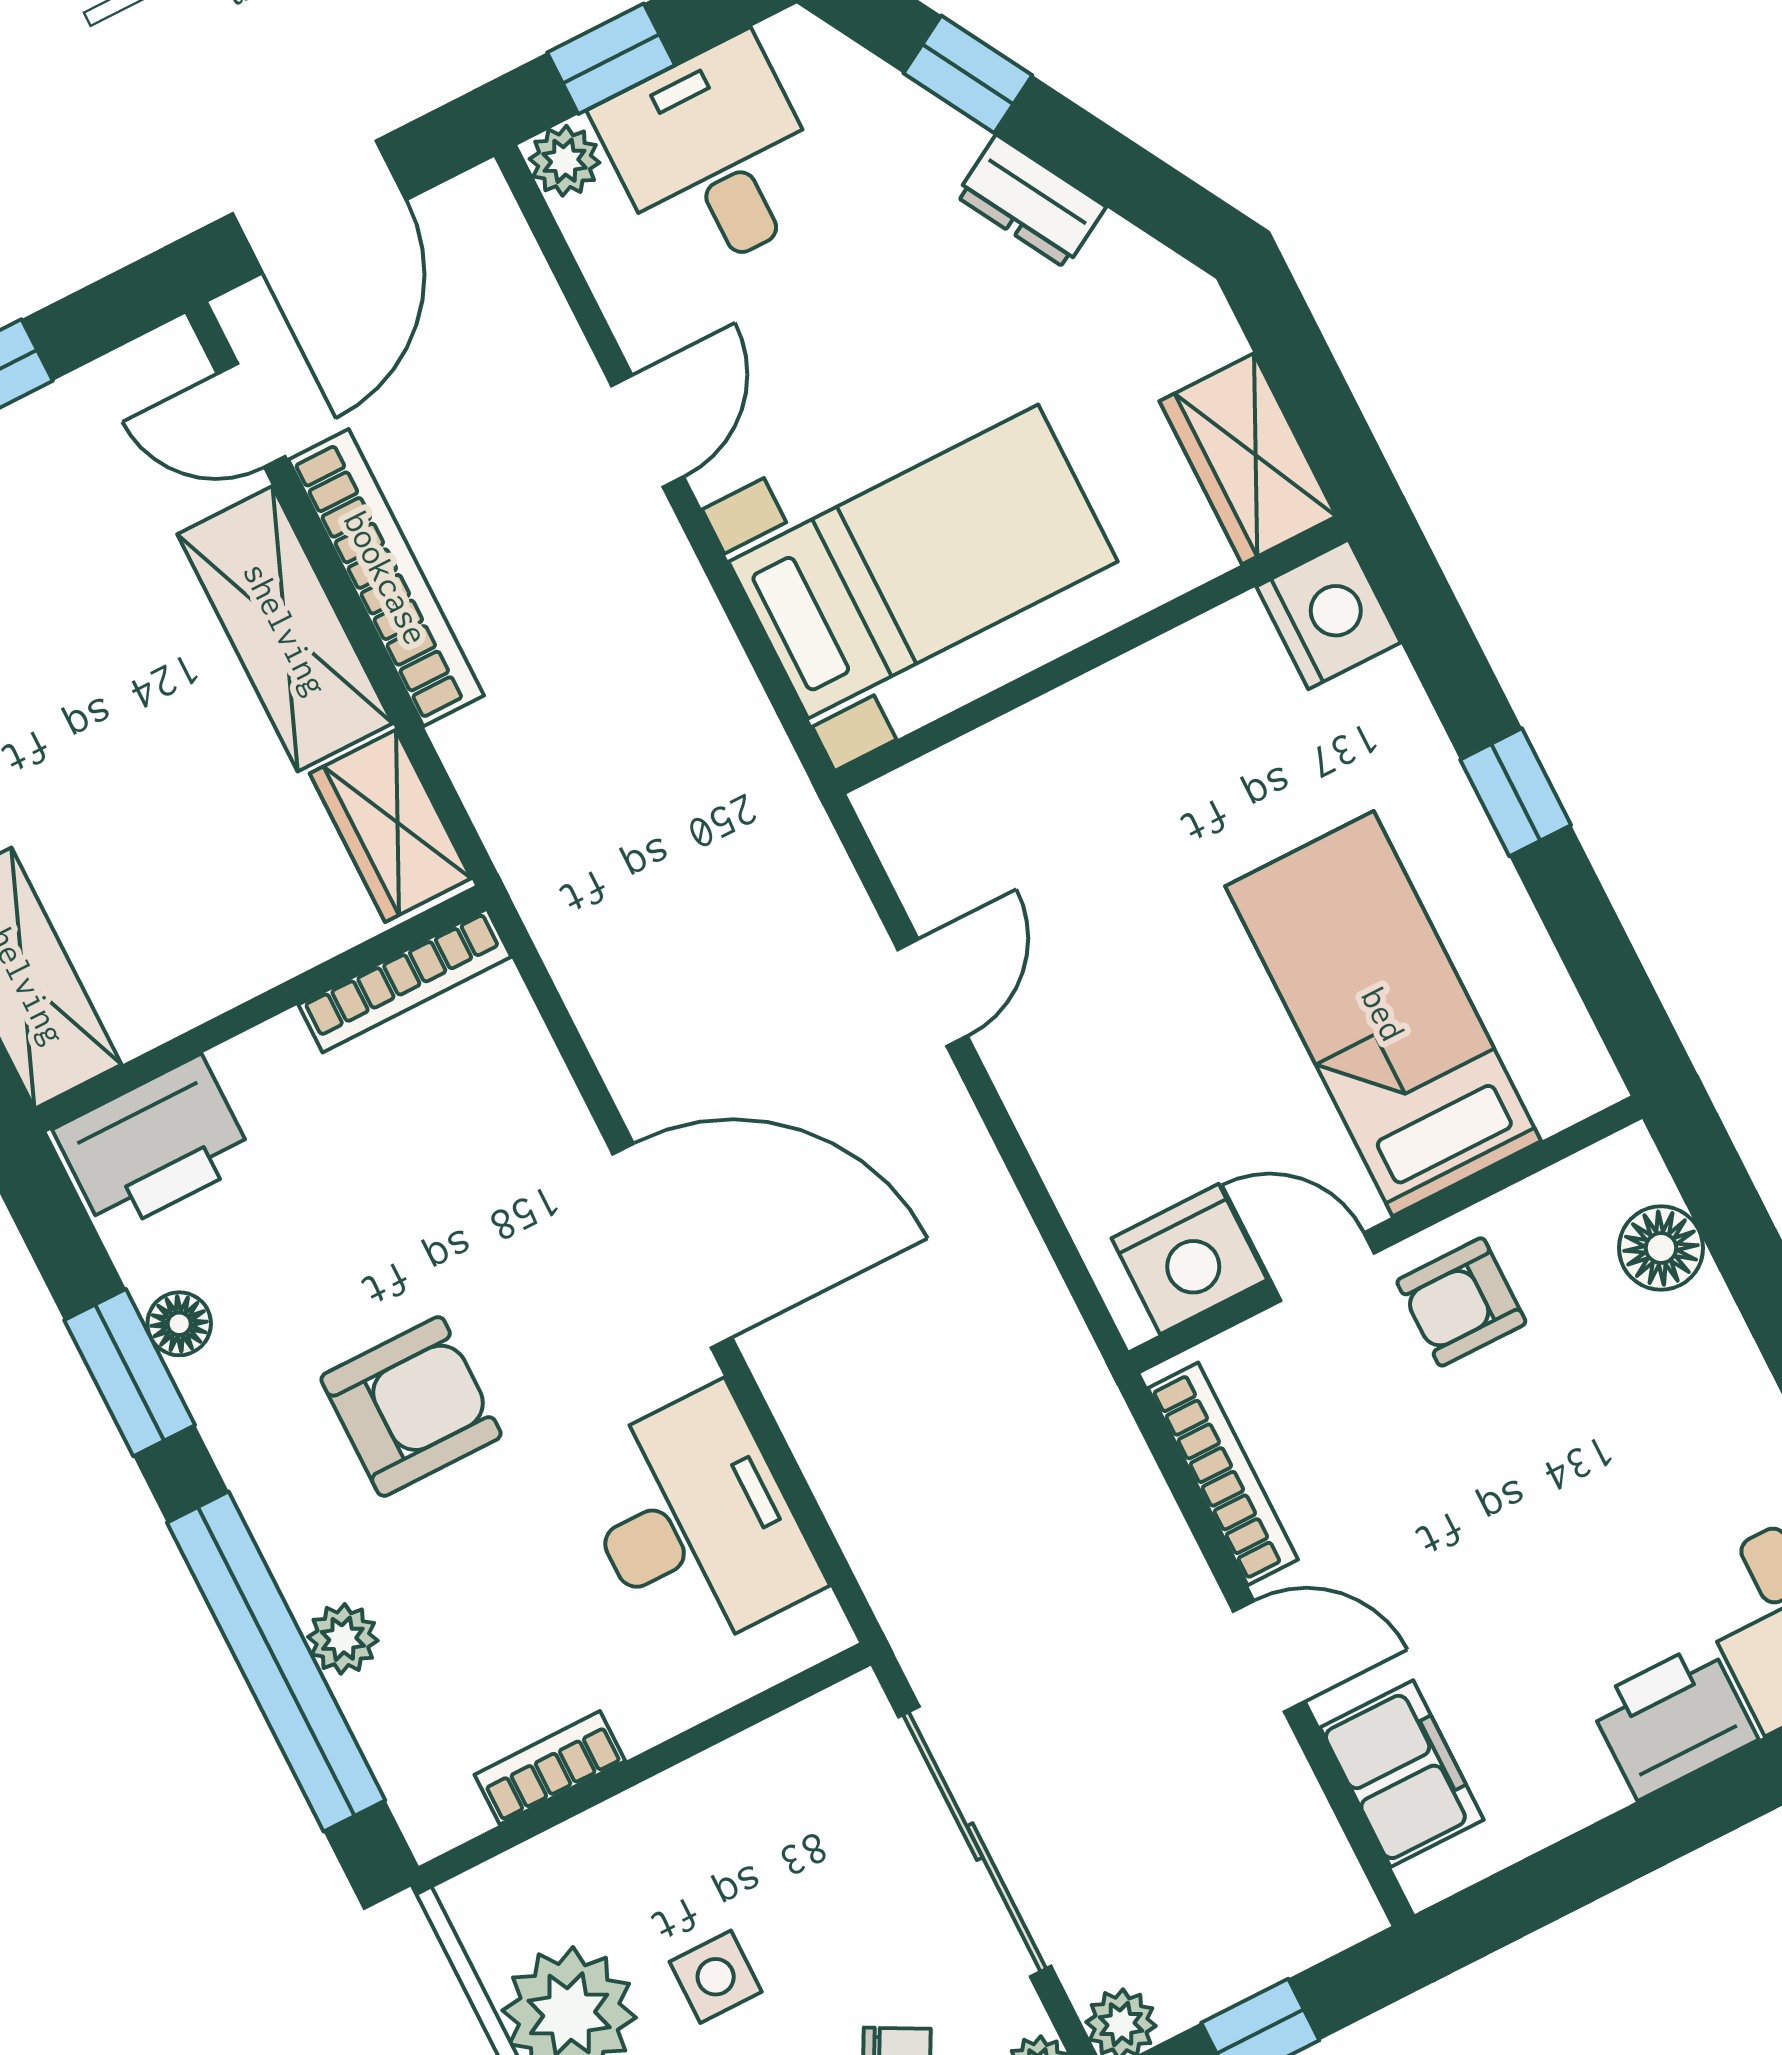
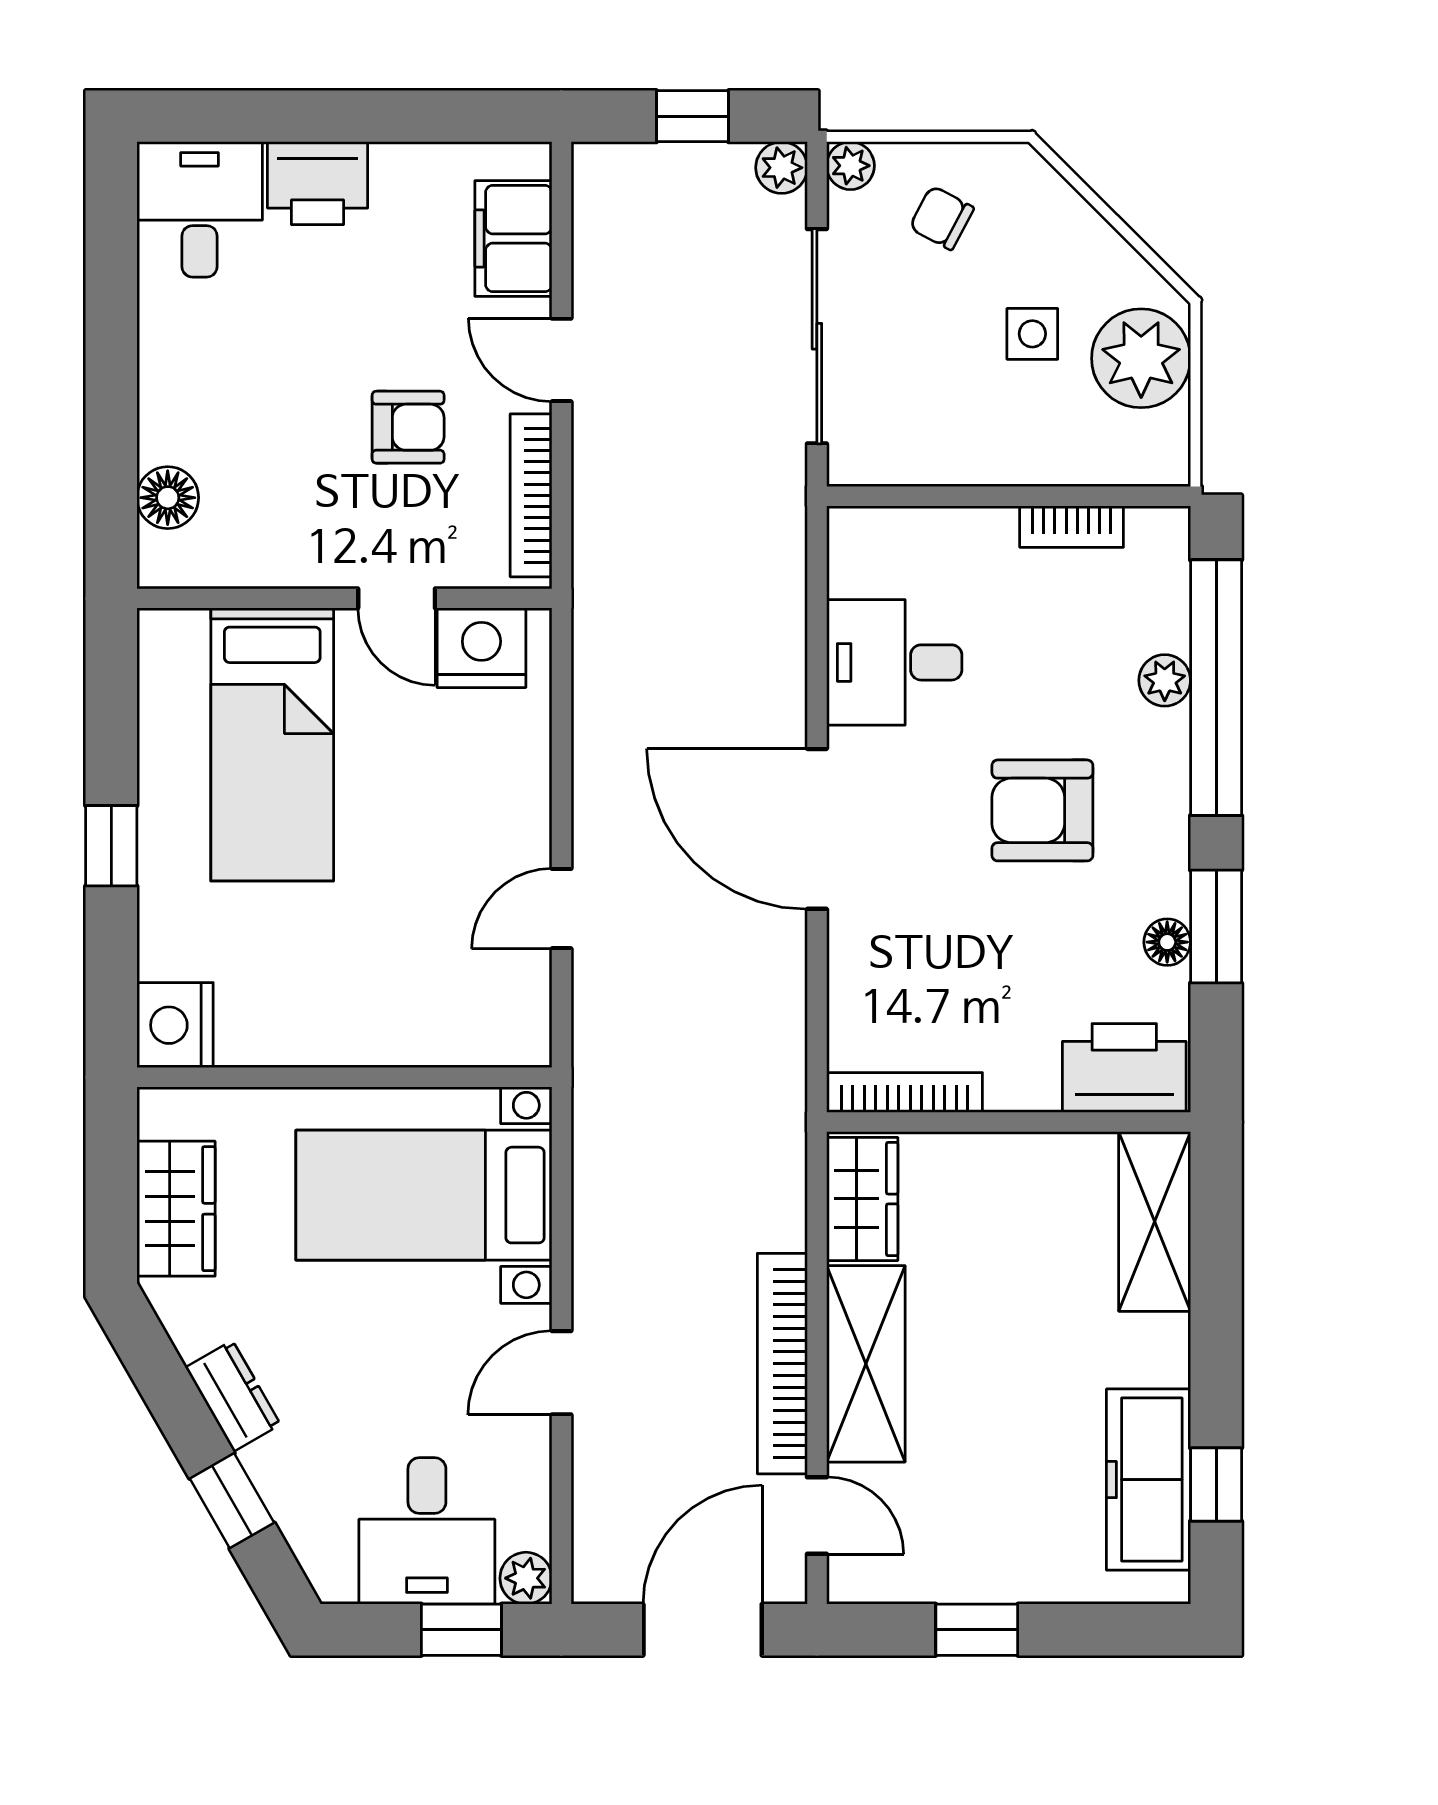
wardrobe: (1248, 459) -> (176, 1209), moved
armchair: (1461, 1302) -> (408, 427), moved
desk: (695, 1523) -> (894, 662), width x0.73

